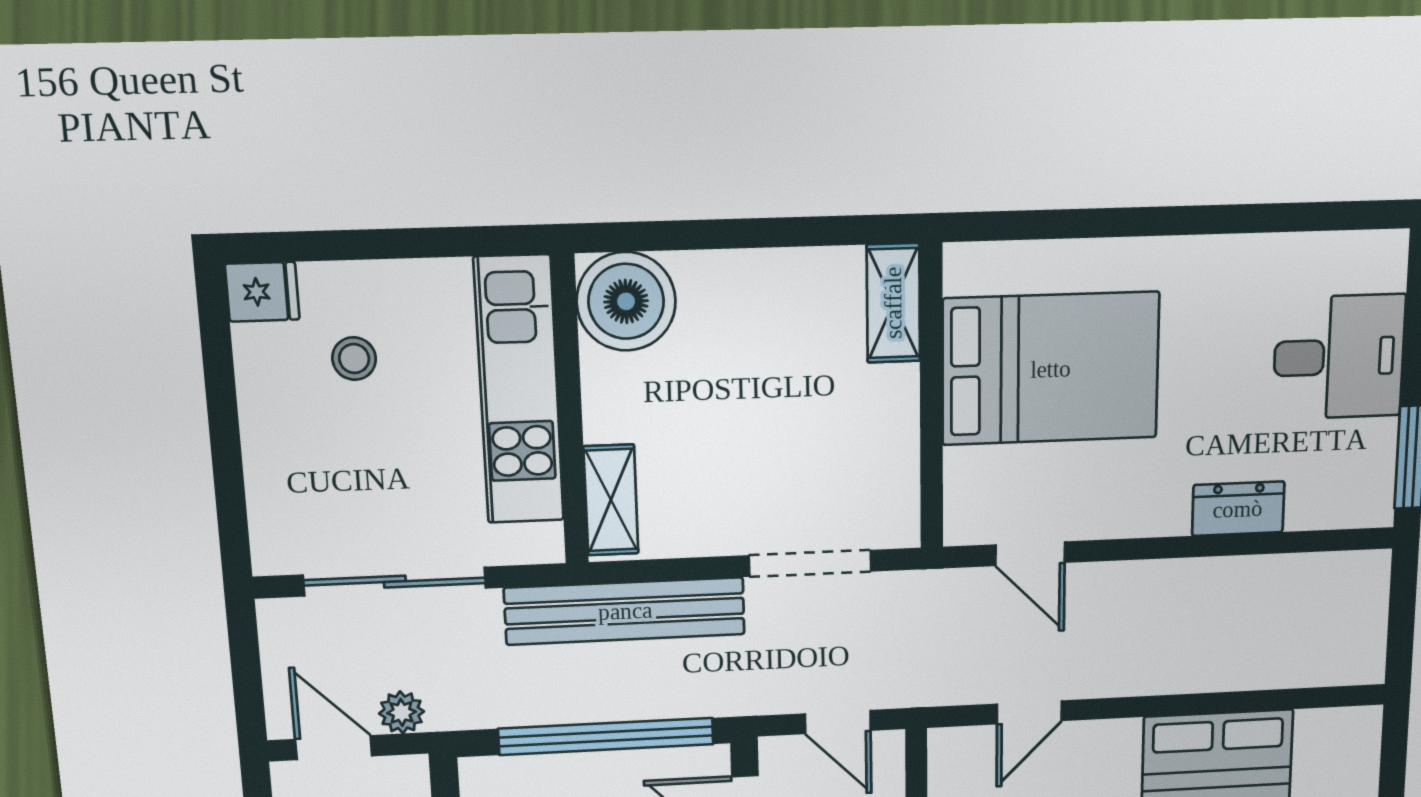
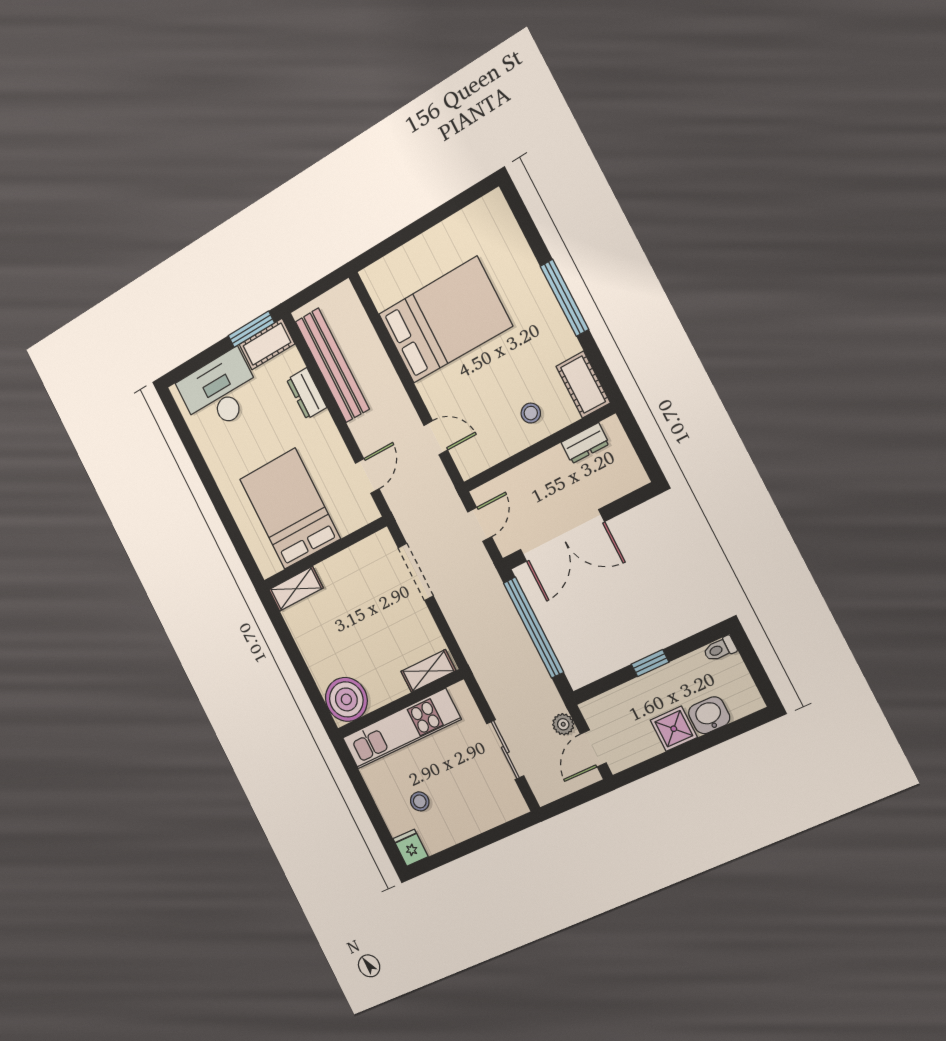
desk: (1339, 357) -> (220, 392), width x1.37
cot: (1367, 475) -> (267, 344), added
sliding door: (395, 582) -> (505, 750), width x0.73
bench: (625, 611) -> (332, 365), moved

